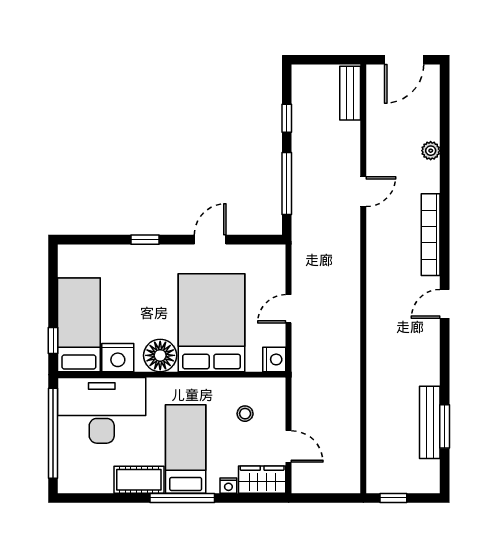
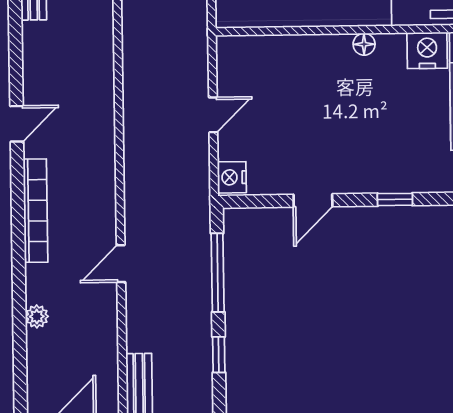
bed: (212, 323) -> (310, 96), removed
floor lamp: (160, 355) -> (364, 44), width x0.53, depth x0.53
nightstand: (274, 359) -> (232, 177), moved

